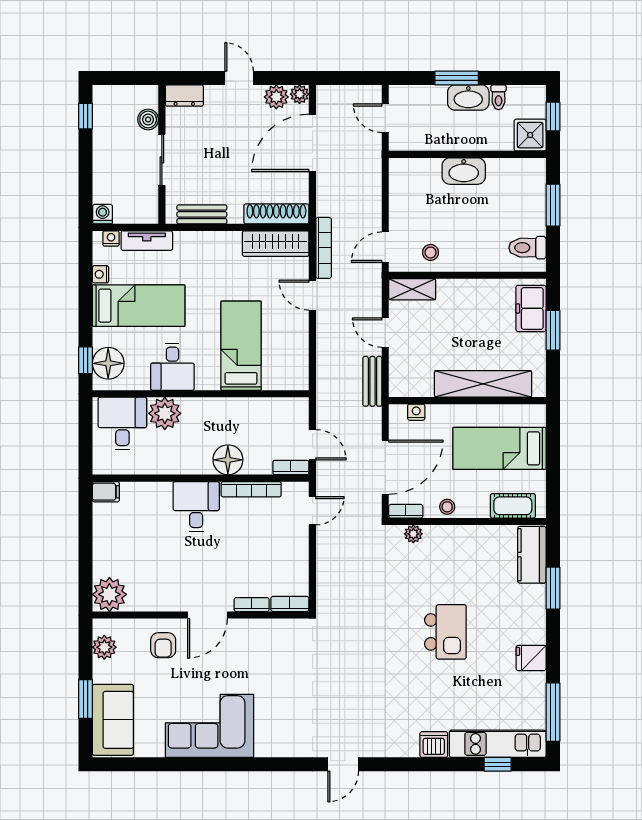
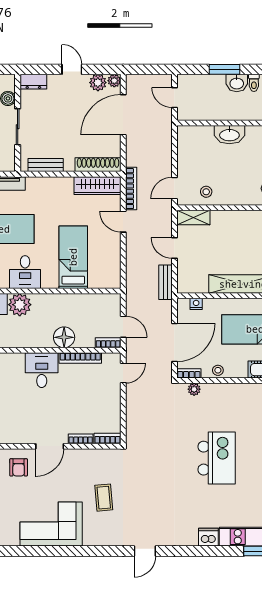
washbasin: (468, 97) -> (237, 83), width x0.72
kitchen island: (445, 632) -> (217, 458), width x1.37, depth x1.28
coffee table: (285, 688) -> (104, 498), added

